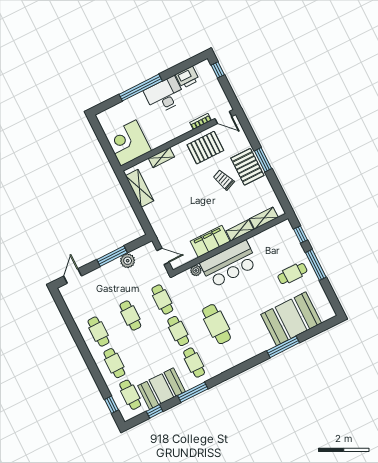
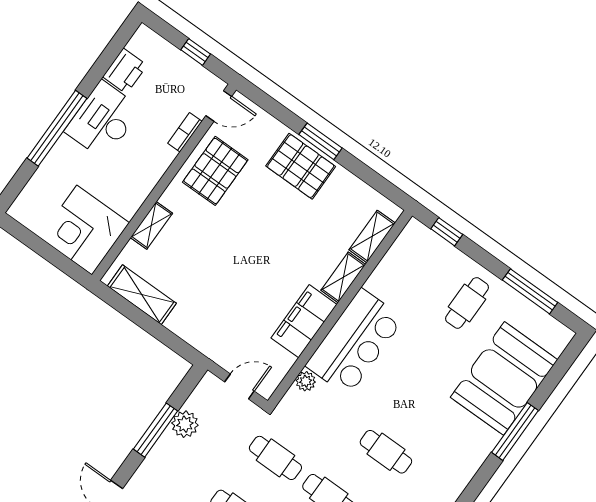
window: (218, 70) -> (196, 52), moved
trolley: (224, 180) -> (273, 208), removed
window: (316, 265) -> (530, 291), moved
cafe table: (217, 324) -> (386, 452), width x0.73, depth x0.74

